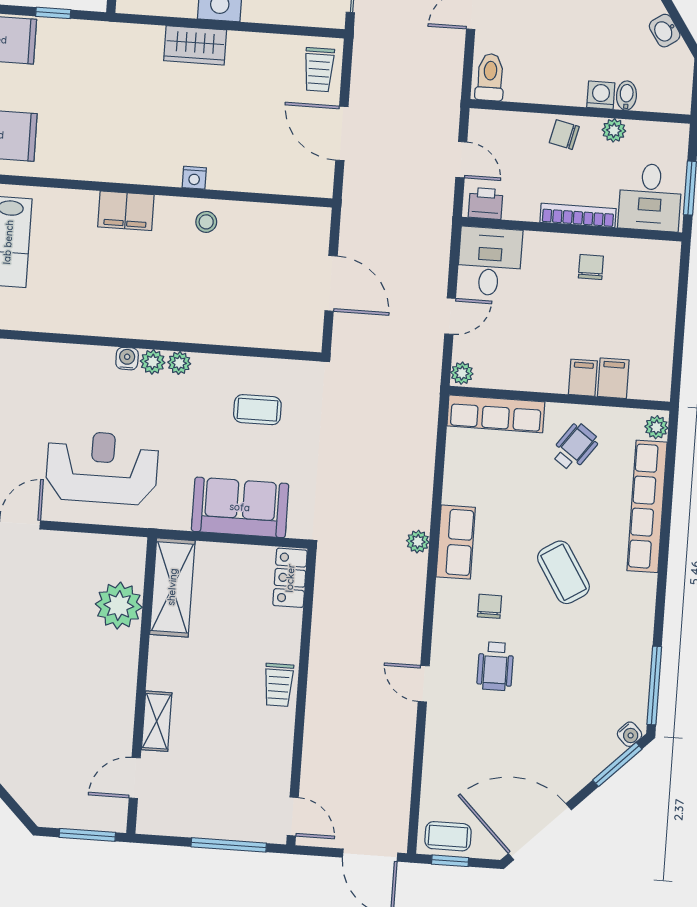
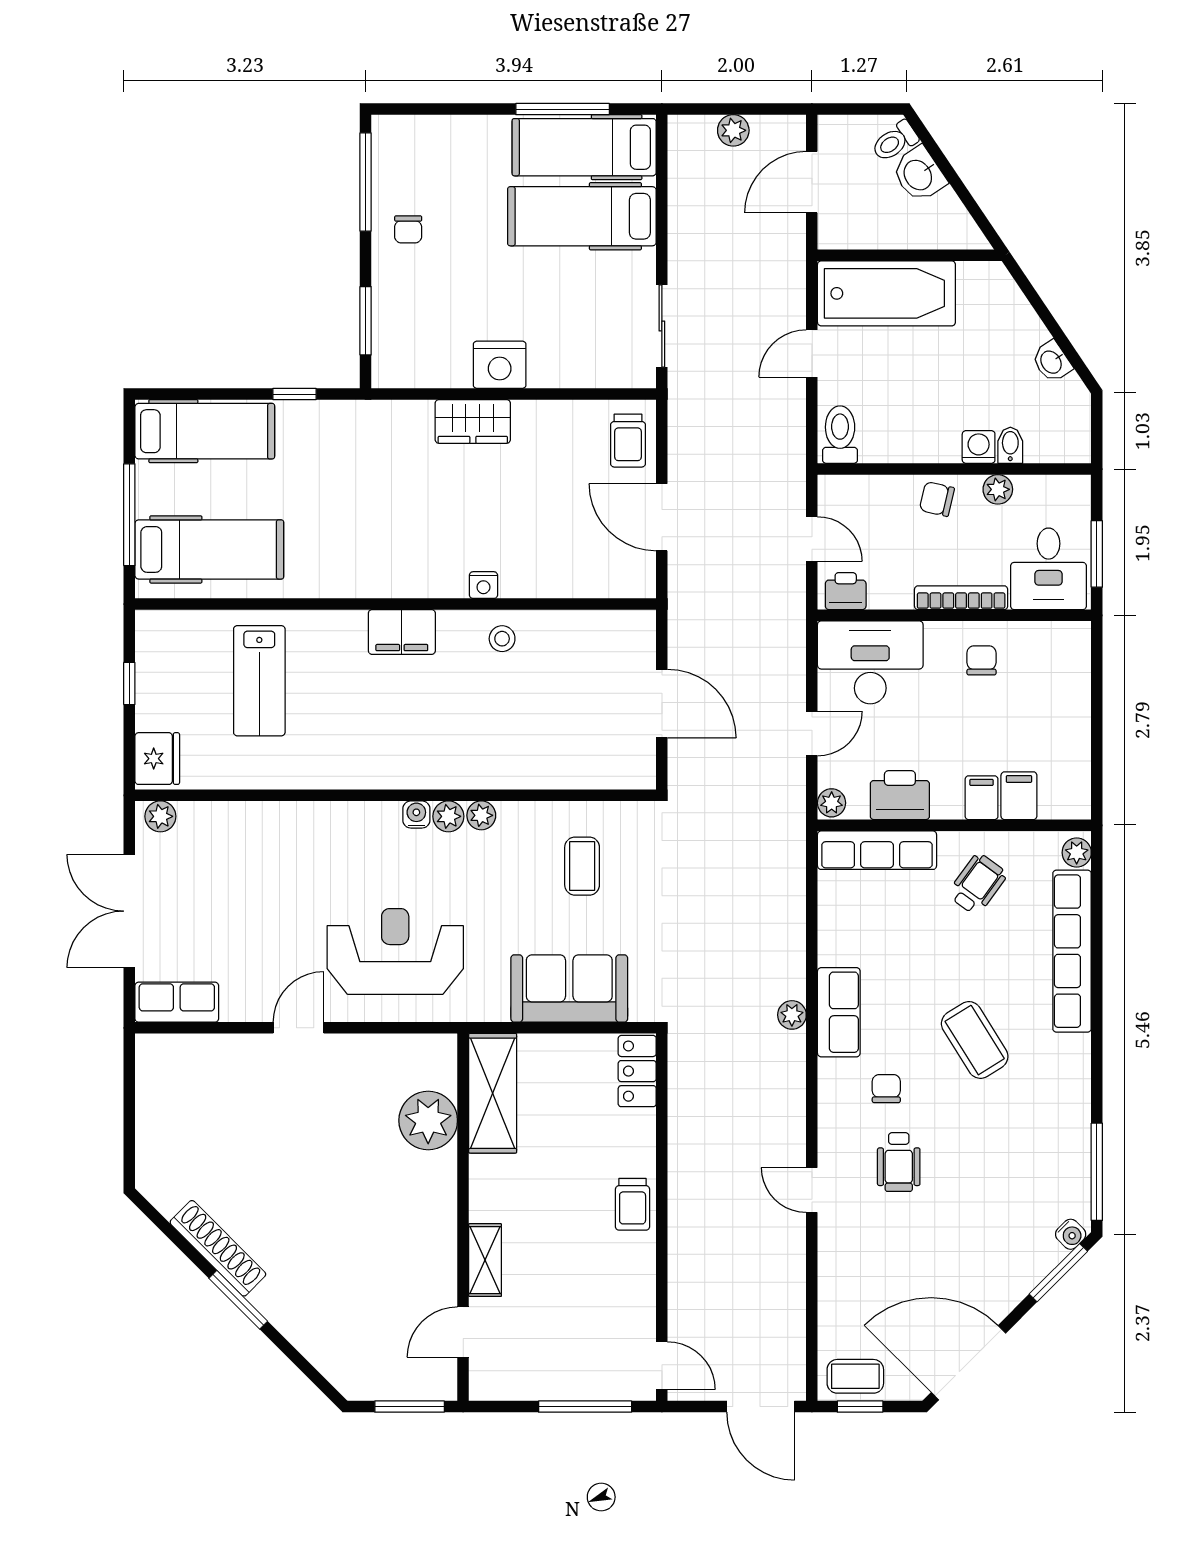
desk: (490, 261) -> (870, 662), width x1.37
printer: (517, 371) -> (900, 795), added
coffee table: (257, 410) -> (582, 866), turned 90

